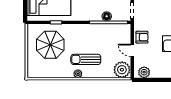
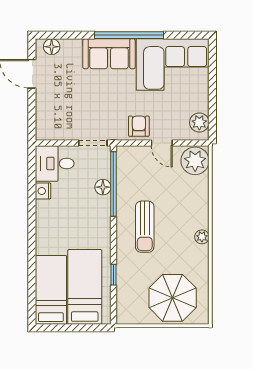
parasol: (50, 45) -> (173, 298), moved
door: (132, 50) -> (162, 143), hinge flipped
sun lounger: (86, 59) -> (145, 227), moved

